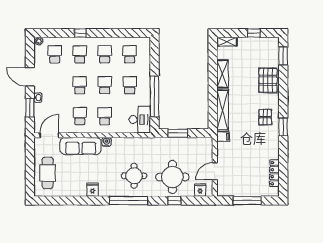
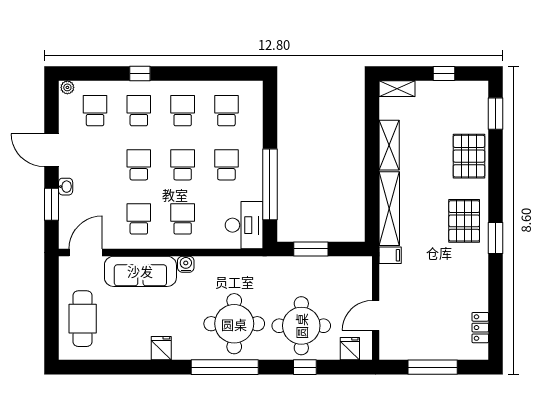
pallet: (265, 117) -> (464, 221), width x1.50, depth x1.42
locker: (274, 173) -> (480, 328), width x0.66
round table: (134, 176) -> (234, 324), width x1.36, depth x1.36

